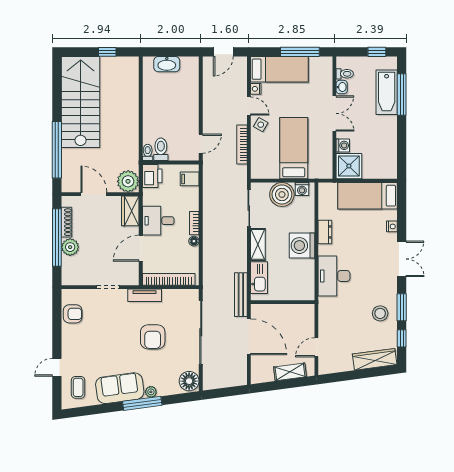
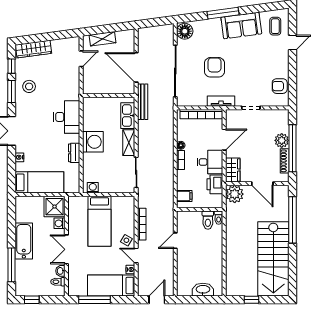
bathtub: (387, 92) -> (24, 241), moved
door: (201, 144) -> (175, 241), moved
printer: (152, 176) -> (215, 184), moved
boiler: (282, 194) -> (109, 183), removed
plant: (151, 392) -> (216, 22), removed

